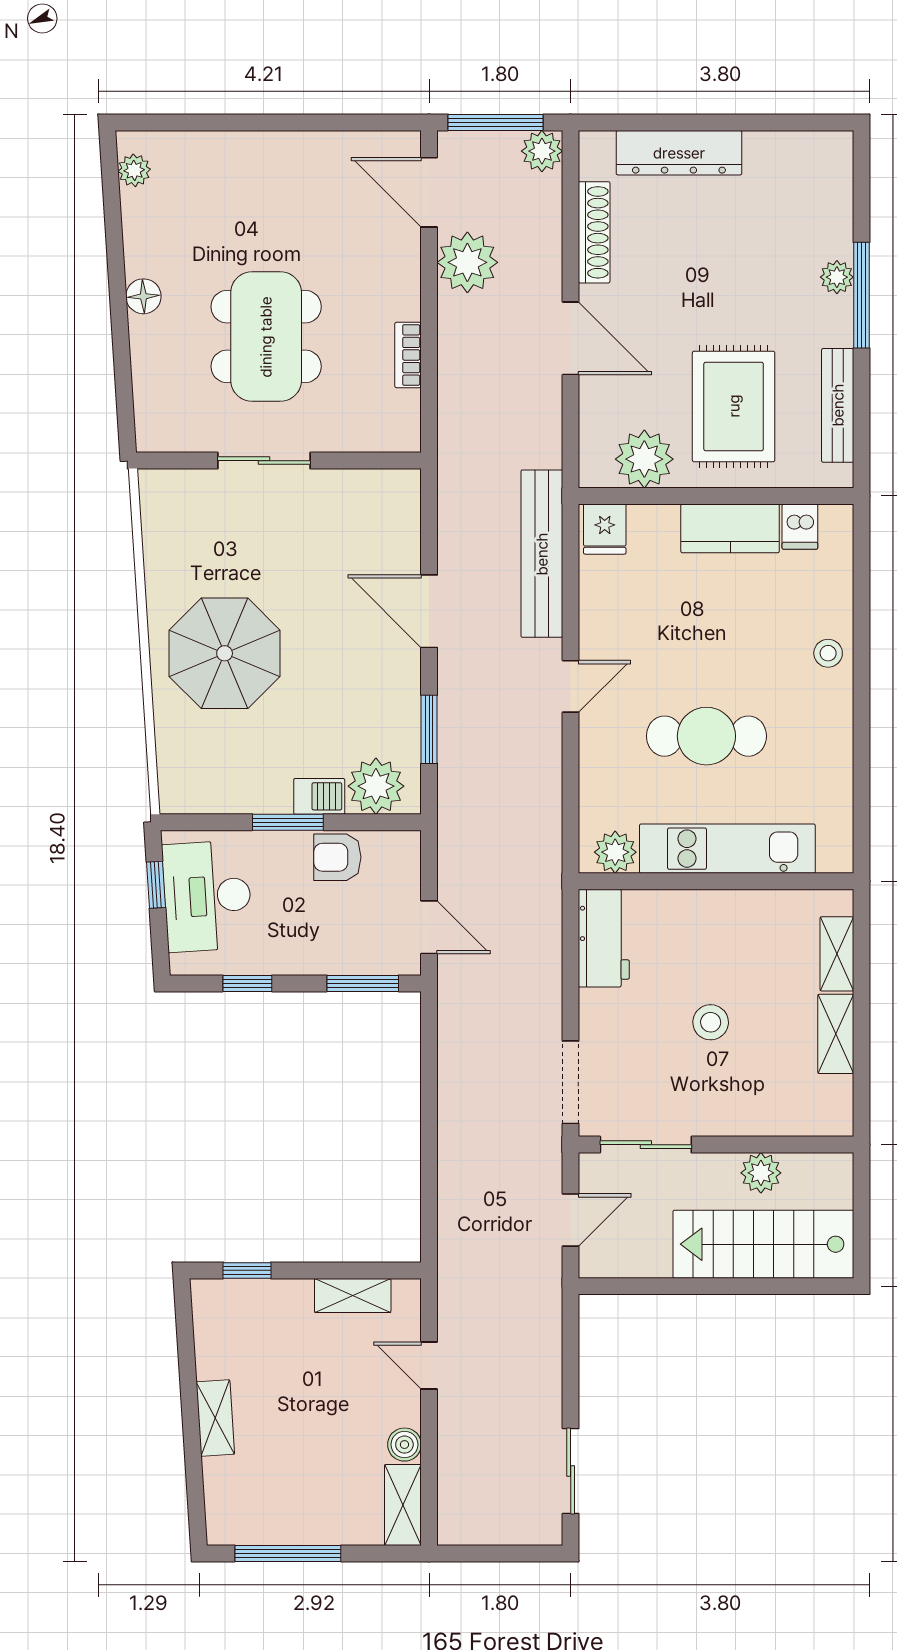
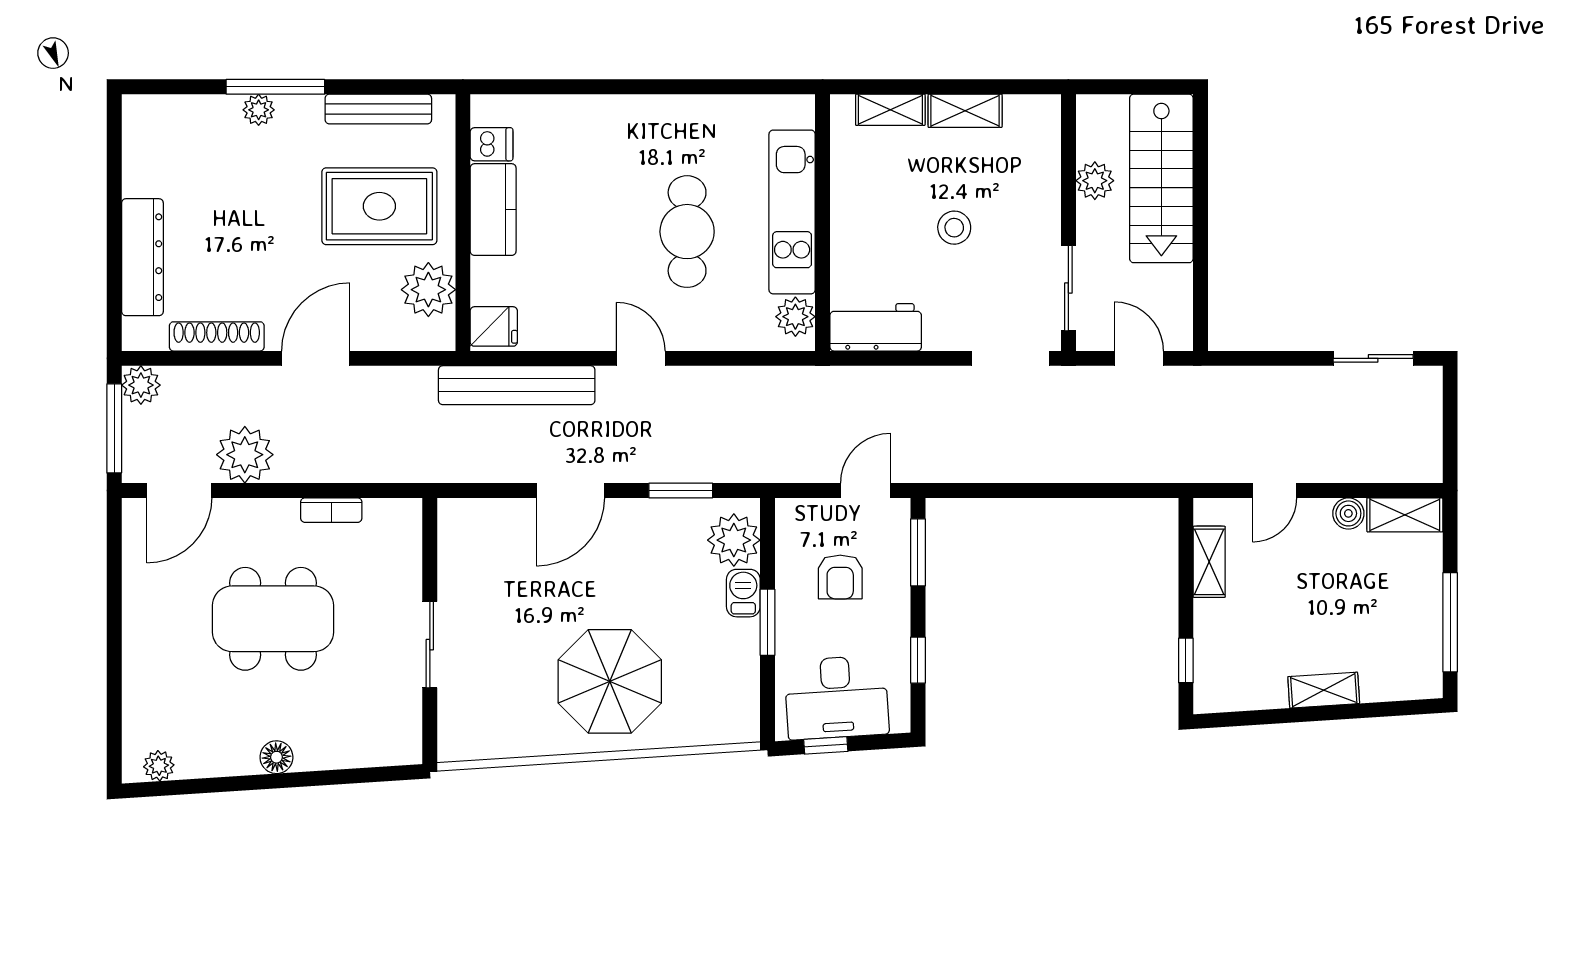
dining table: (266, 337) -> (273, 619), moved
stool: (828, 653) -> (610, 118), removed
armchair: (337, 857) -> (840, 577), moved

